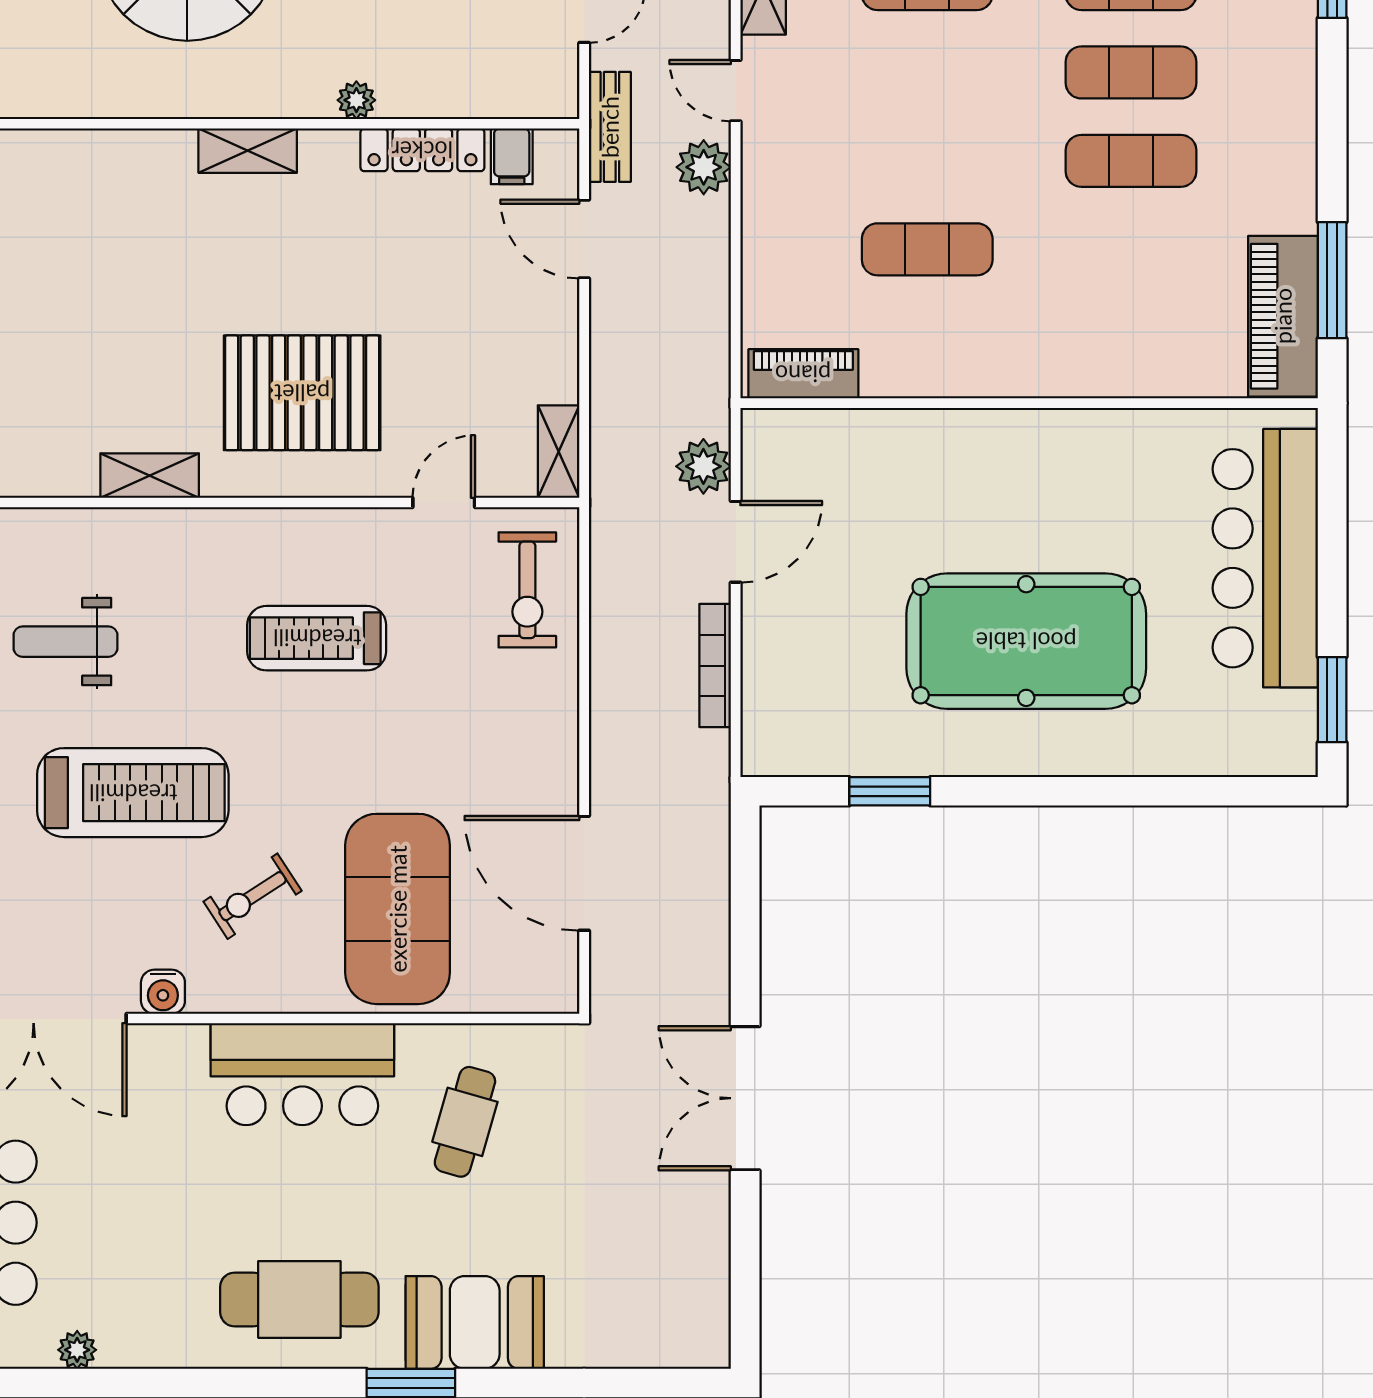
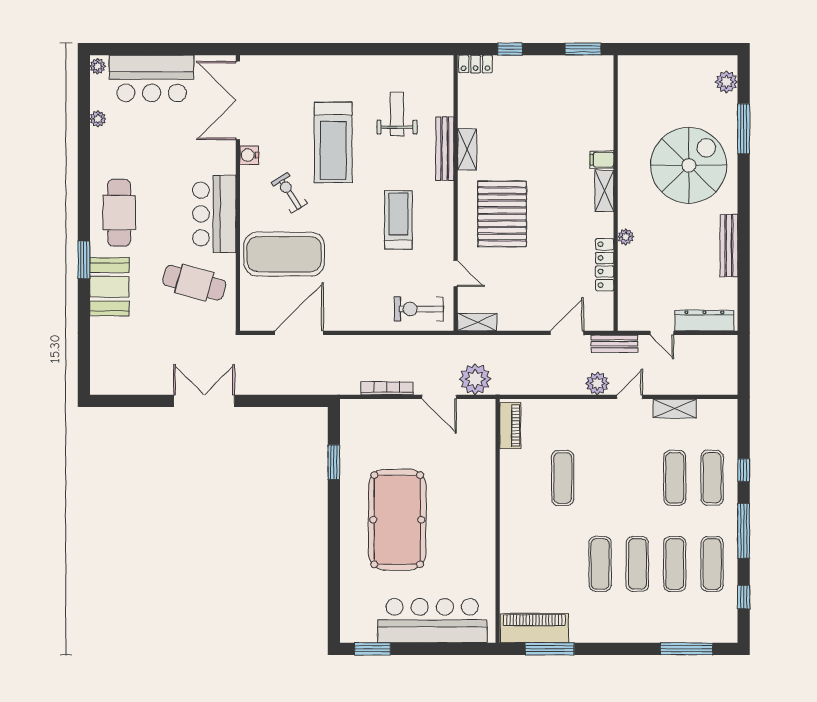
filing cabinet: (512, 156) -> (602, 160), moved
plant: (703, 466) -> (475, 379), width x1.36, depth x1.36
bench: (148, 528) -> (445, 149), added
cafe table: (465, 1122) -> (194, 283), width x1.37, depth x1.35

